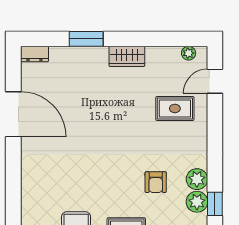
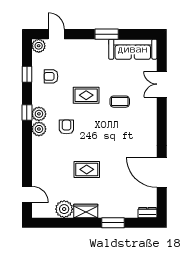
plant: (189, 53) -> (64, 209), moved, width x1.88, depth x1.88
door: (215, 81) -> (27, 194), hinge flipped
rug: (175, 108) -> (87, 169), moved

